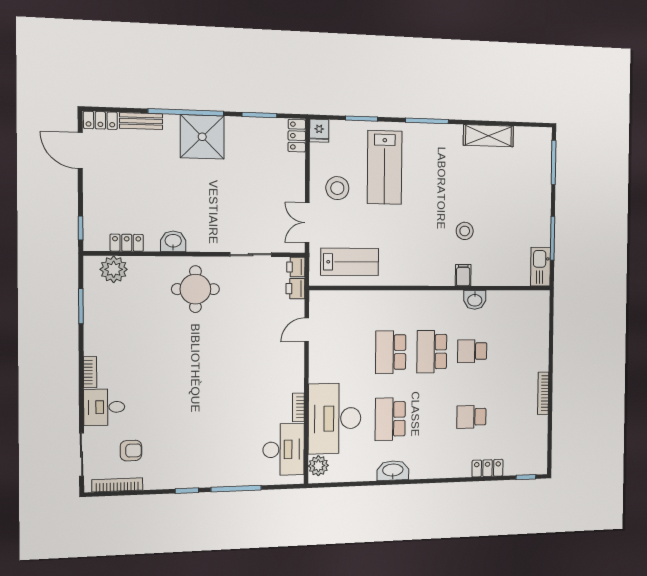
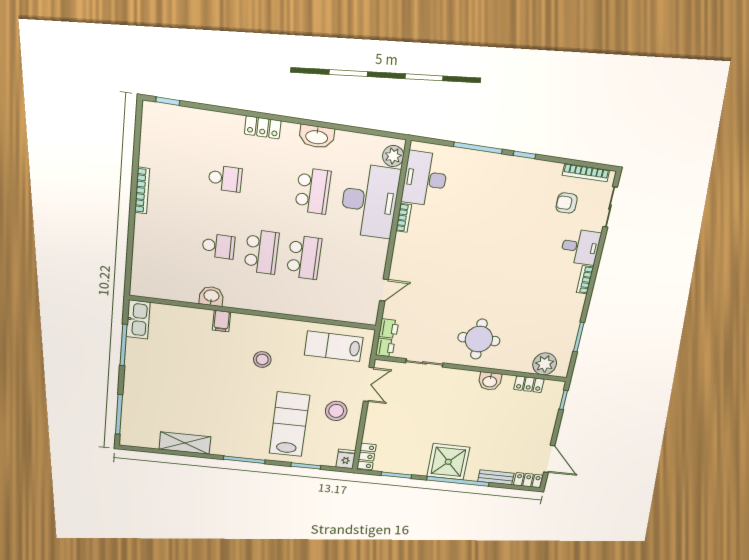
stool: (465, 231) -> (262, 359), moved
locker: (487, 468) -> (263, 127), moved

